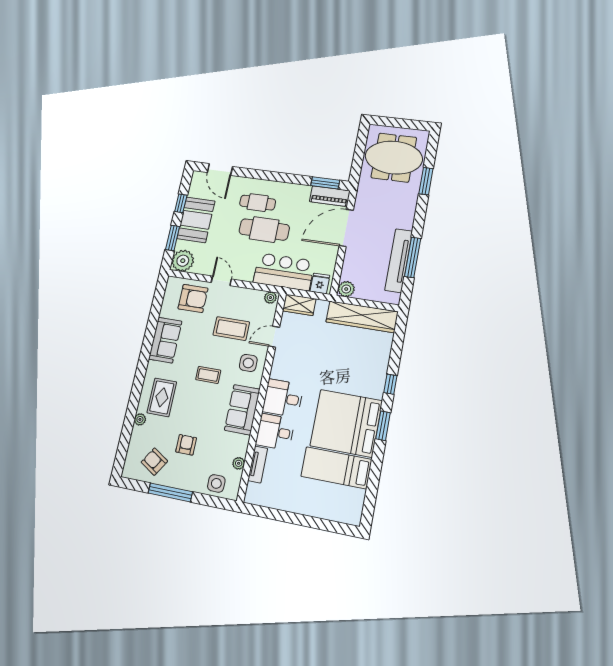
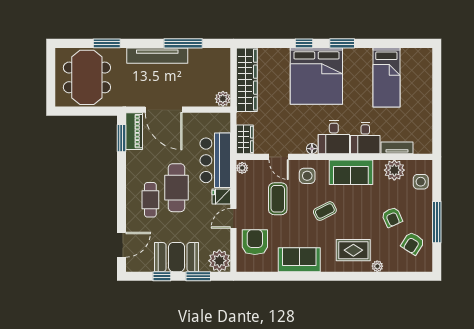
tv unit: (399, 261) -> (157, 56), moved
fridge: (320, 283) -> (221, 197), moved
floor lamp: (276, 373) -> (312, 149), added
coffee table: (208, 375) -> (325, 211), turned 63
bed: (346, 423) -> (316, 76), moved
armchair: (186, 445) -> (392, 217), turned -114
plant: (239, 463) -> (394, 170), width x1.88, depth x1.88

